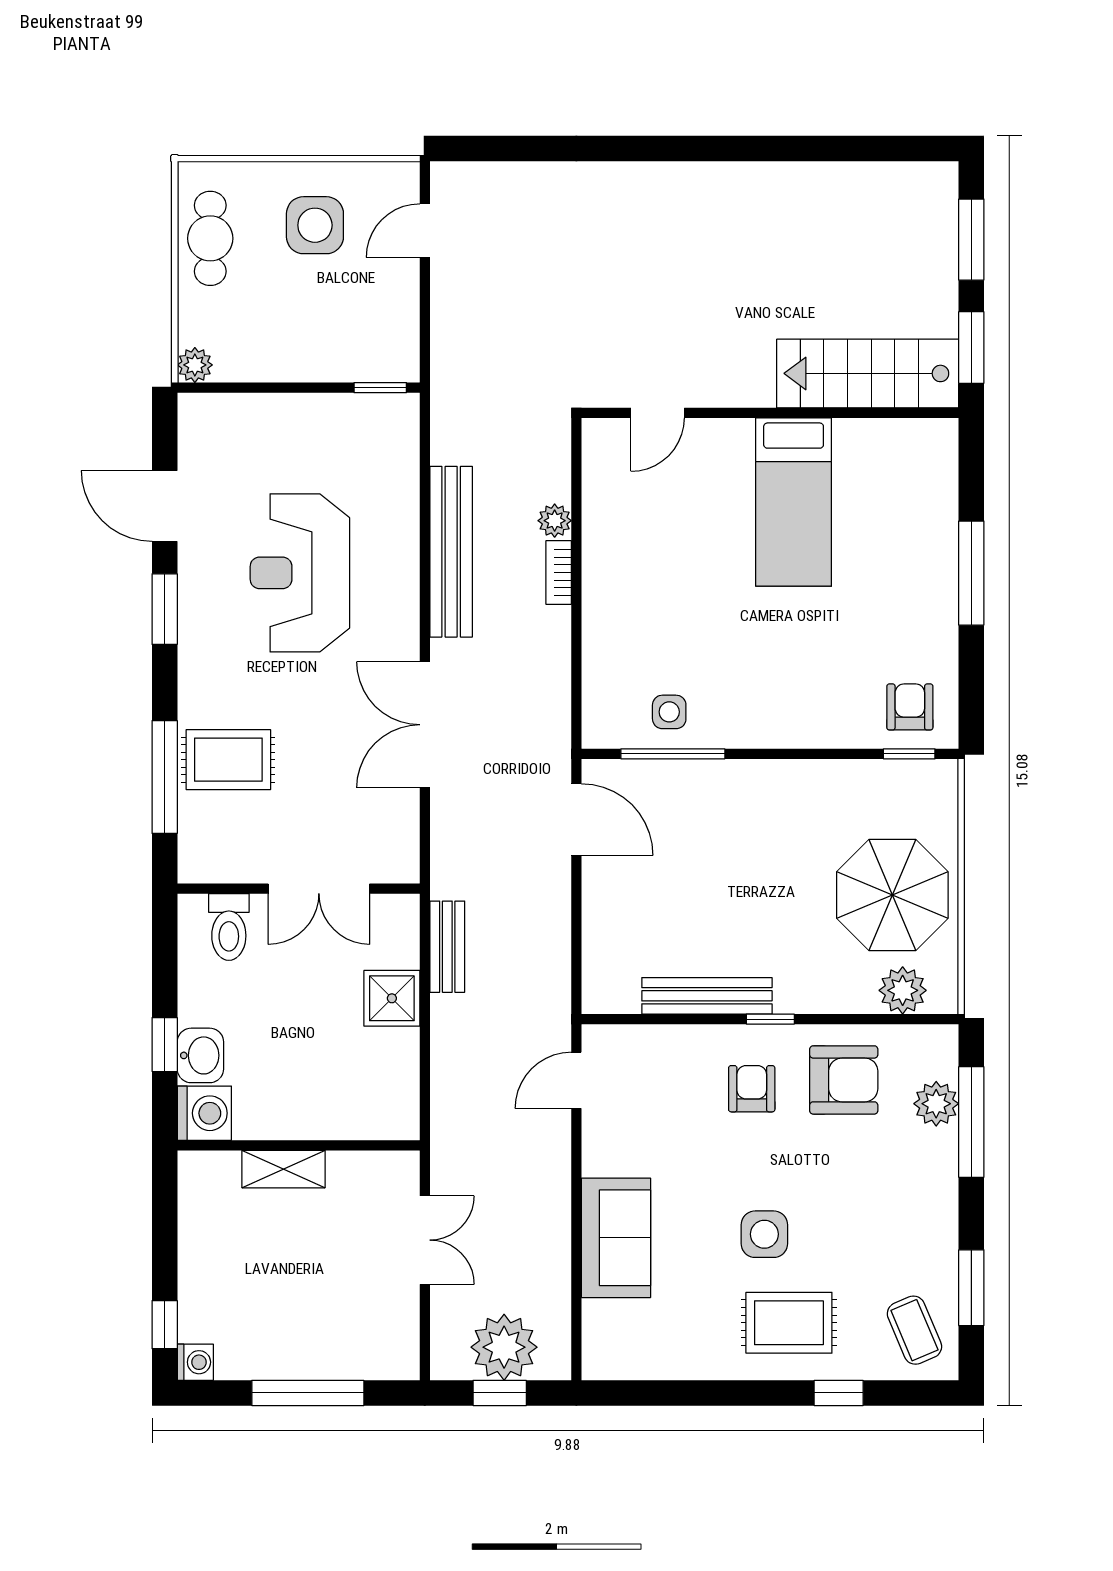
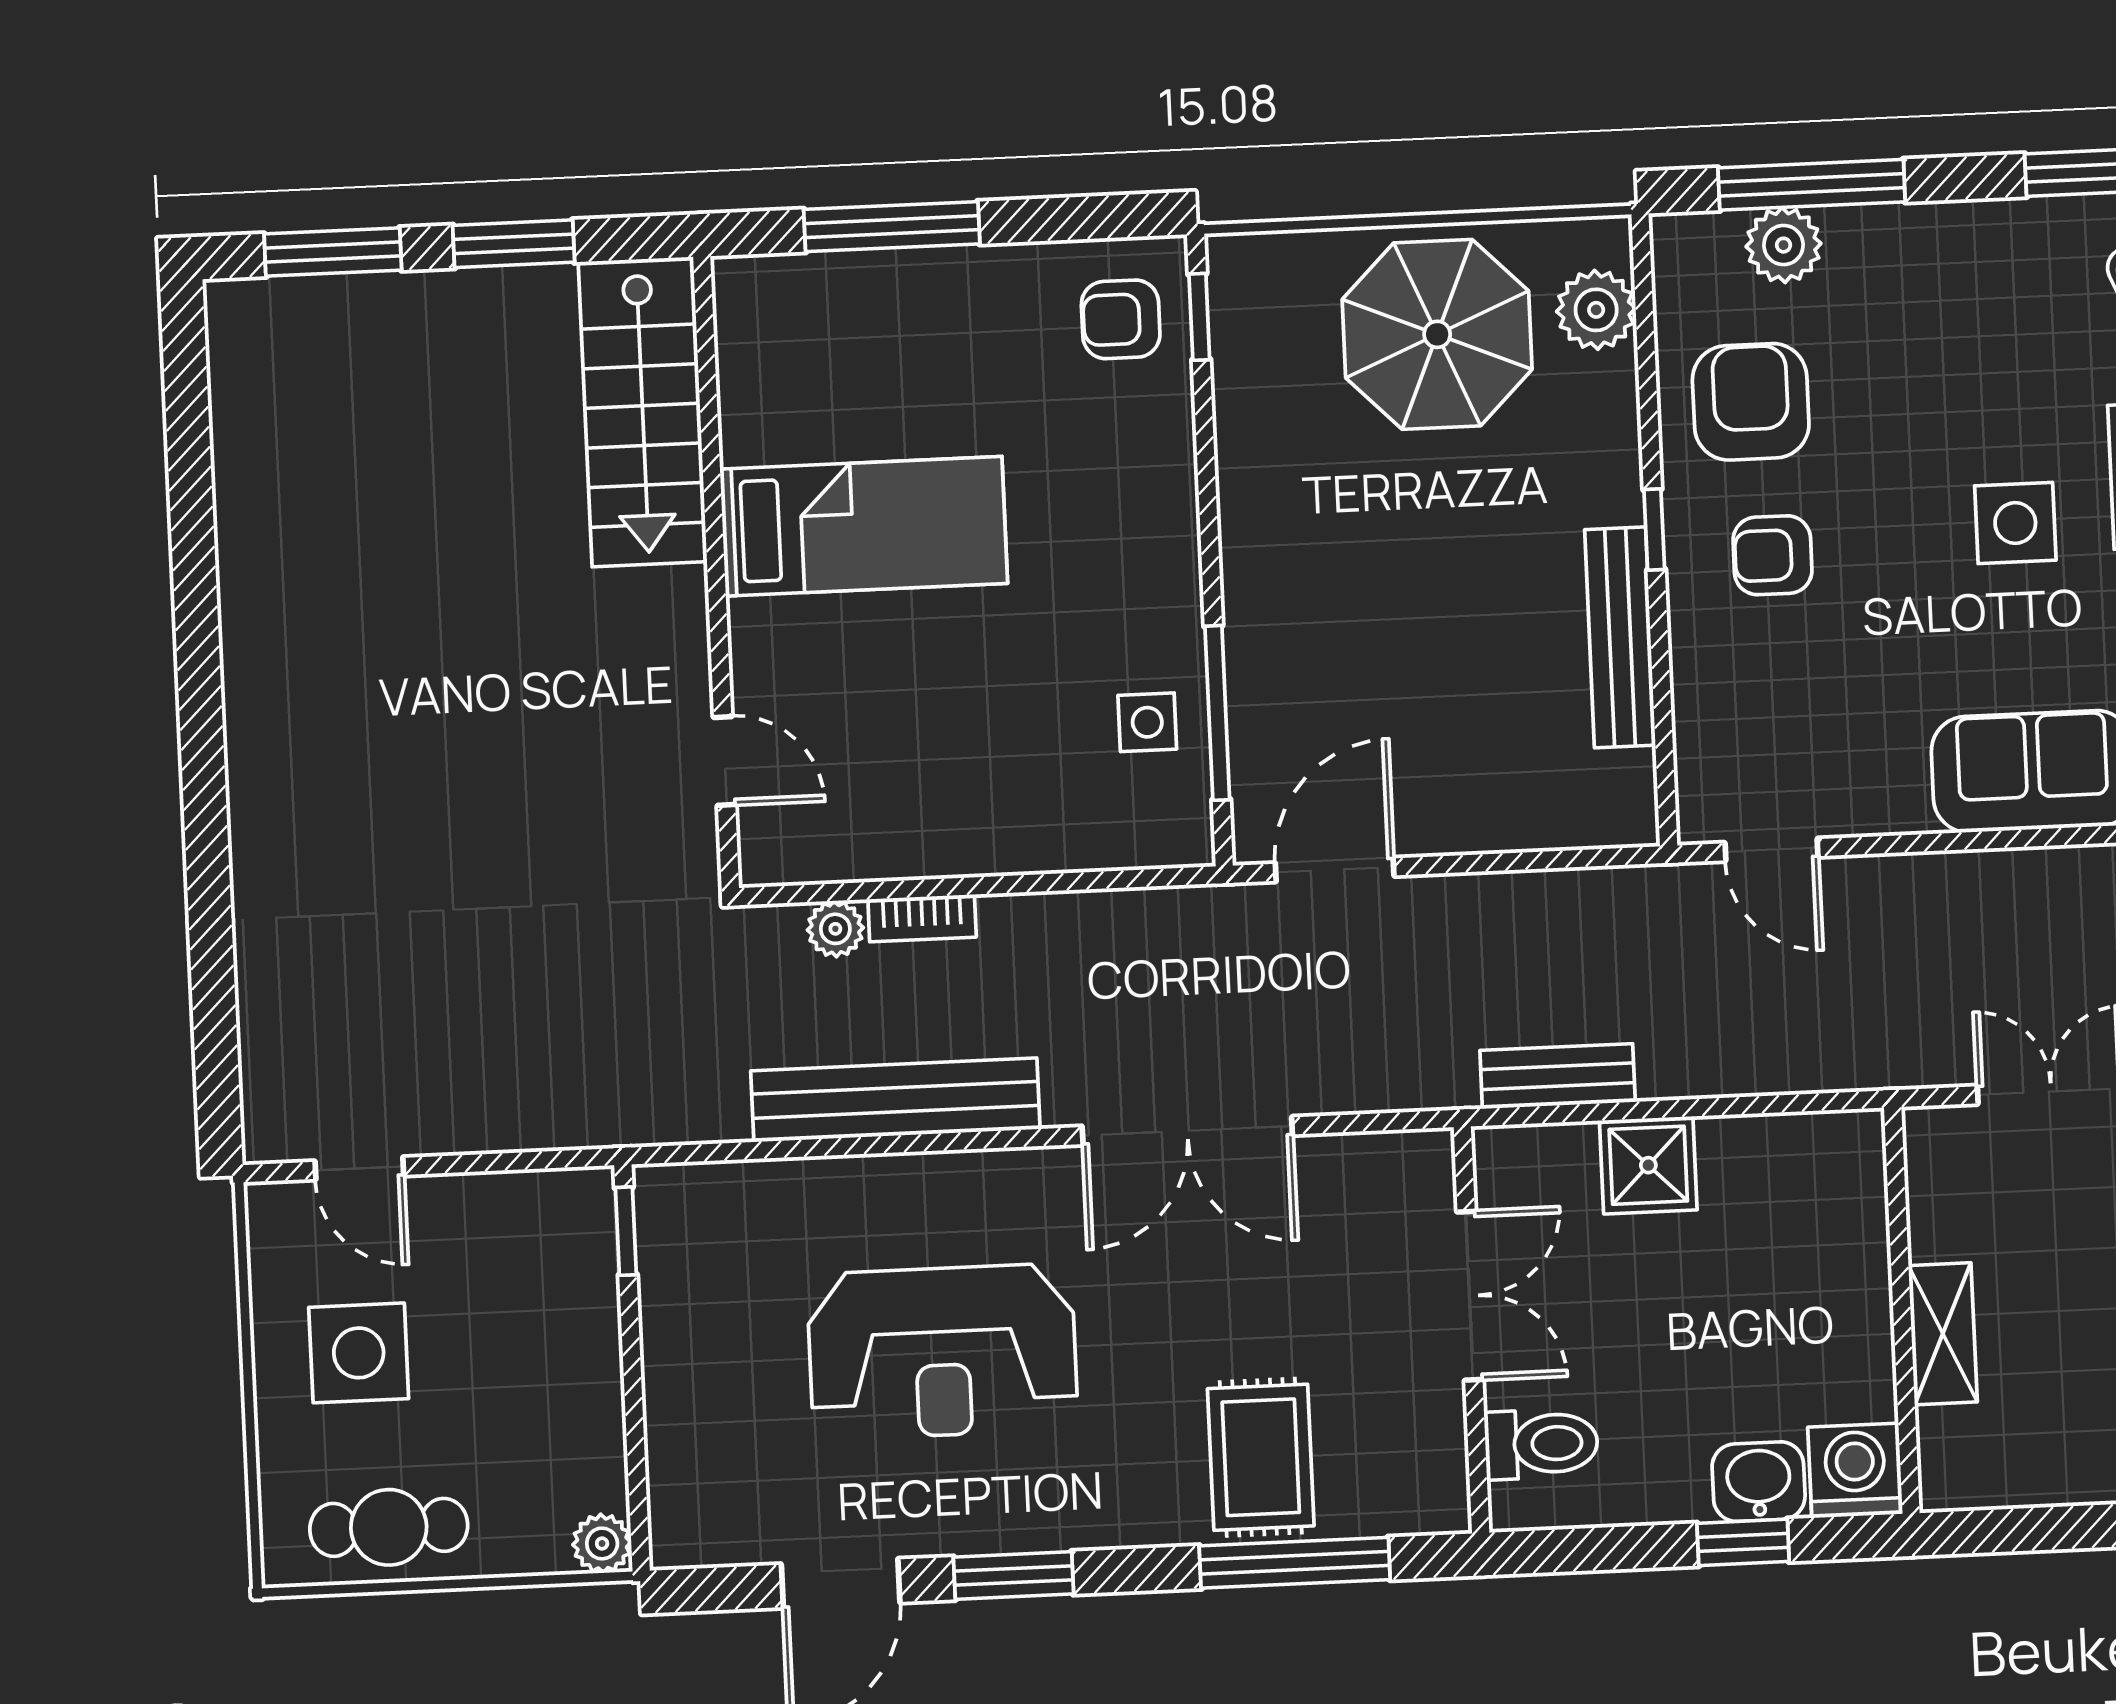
stairs: (868, 373) -> (643, 412), moved
door: (658, 413) -> (725, 761), moved
wall: (770, 413) -> (716, 572), moved
bed: (794, 502) -> (864, 526), moved

